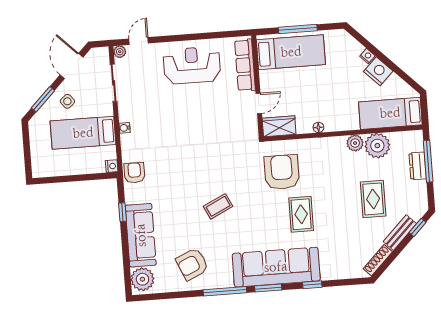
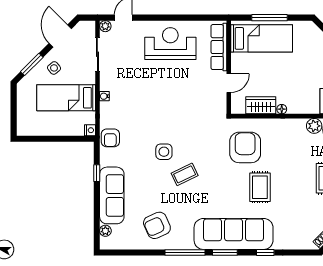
wardrobe: (279, 126) -> (261, 105), moved
armchair: (134, 173) -> (110, 138), turned 180
side table: (194, 183) -> (164, 152), added
plant: (142, 279) -> (105, 231), width x0.53, depth x0.53

